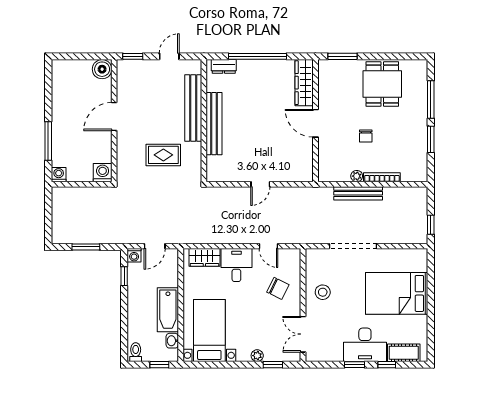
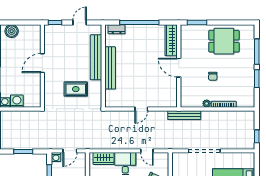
boiler: (102, 69) -> (12, 31), moved
dining table: (382, 84) -> (224, 41), turned 90
washing machine: (103, 173) -> (17, 101), moved
bench: (358, 193) -> (184, 115), moved

